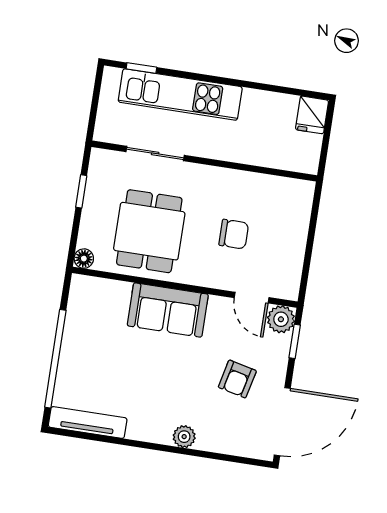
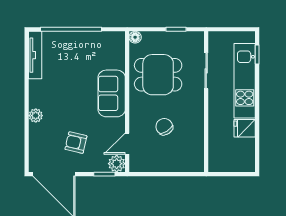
fridge: (312, 115) -> (245, 128), moved
chair: (234, 234) -> (164, 127), turned 148

